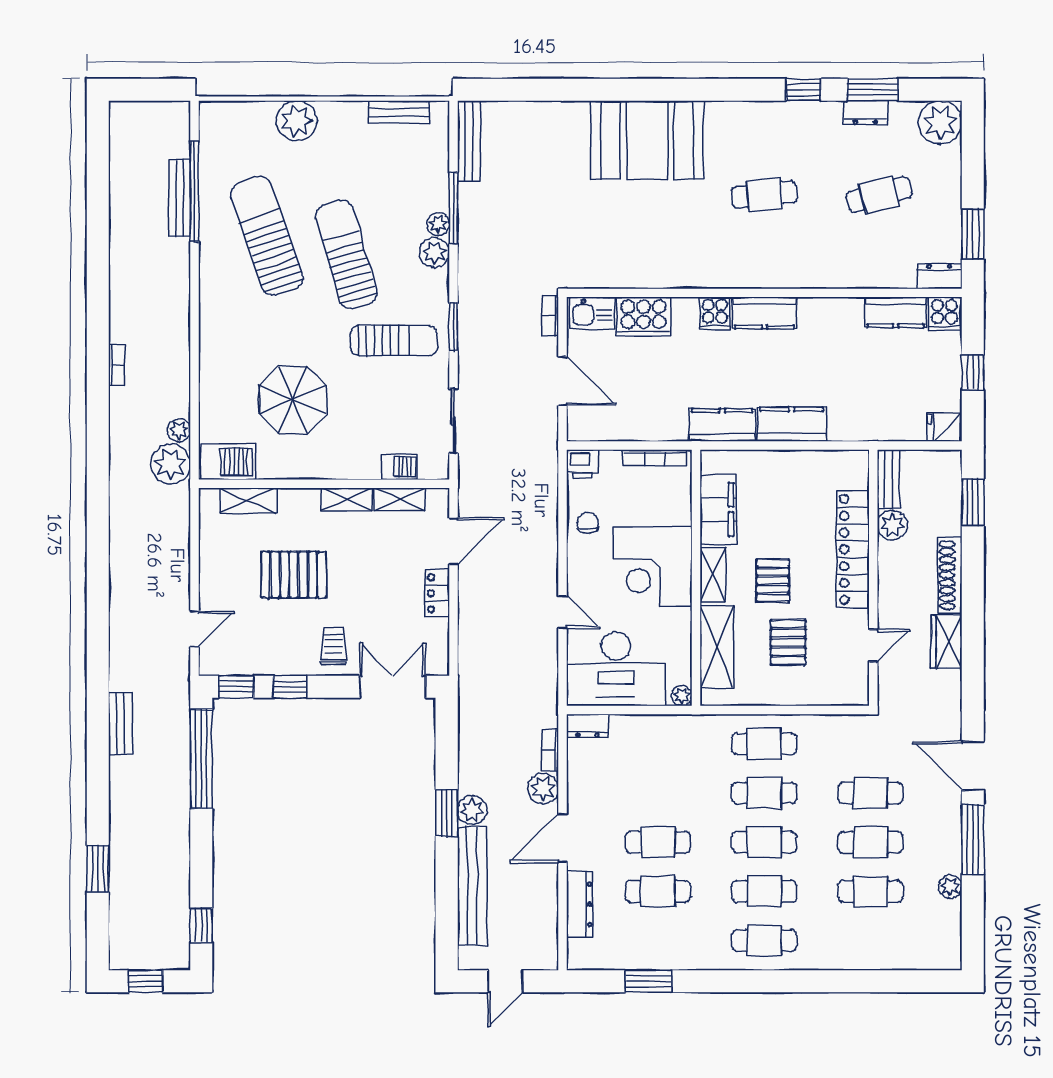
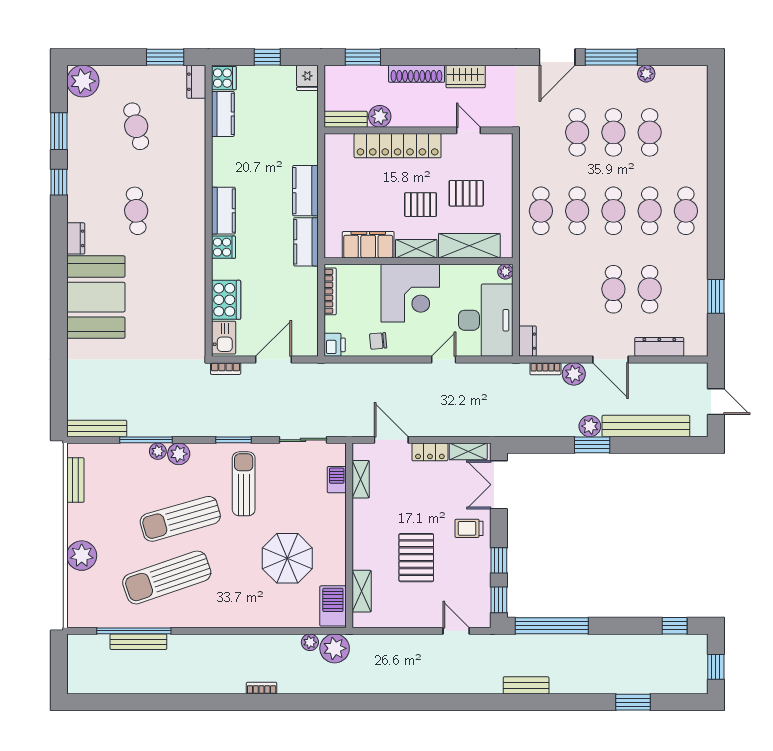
dresser: (866, 113) -> (76, 238), moved
shelving: (347, 499) -> (468, 451), moved, turned 90

